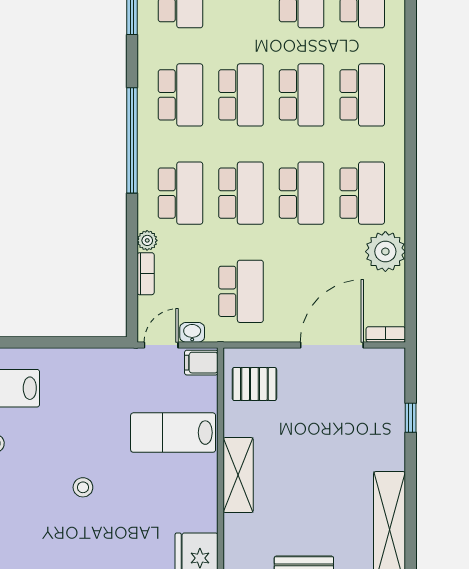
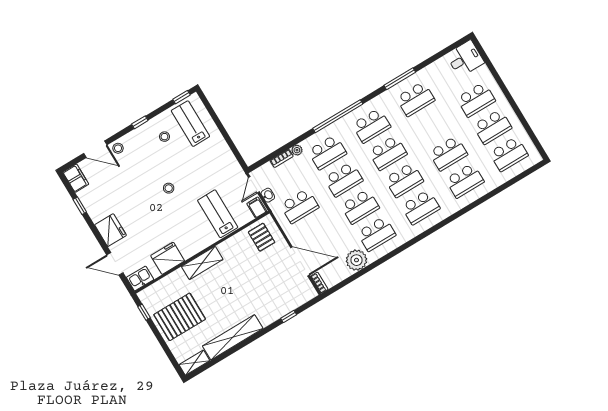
door: (161, 345) -> (254, 185), swing flipped
shelving: (238, 475) -> (202, 263), moved

